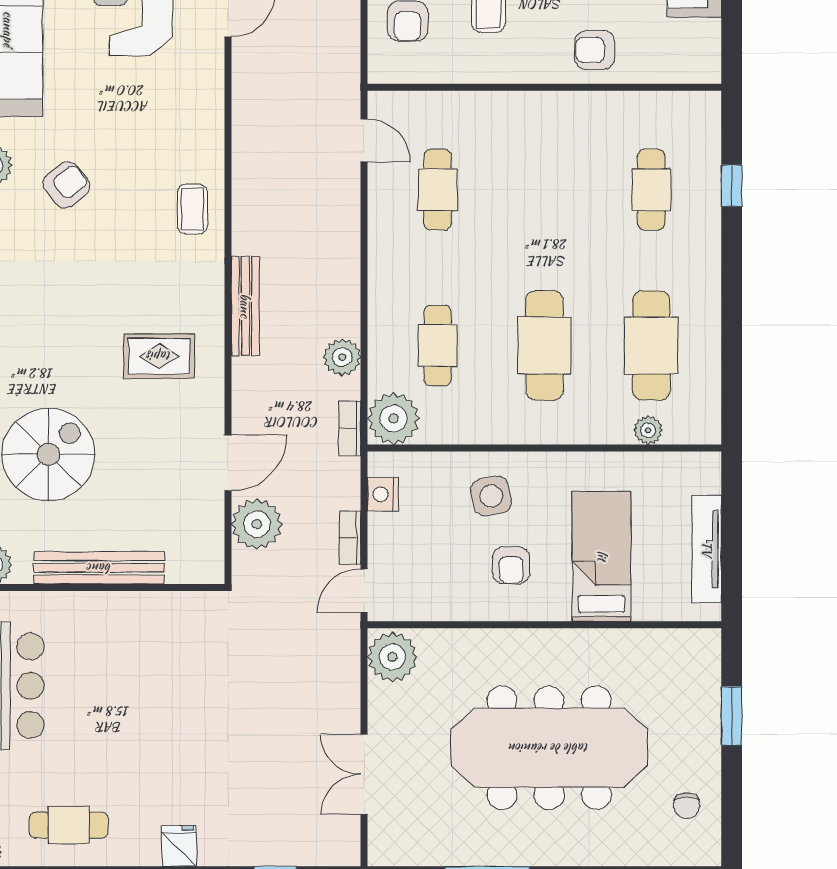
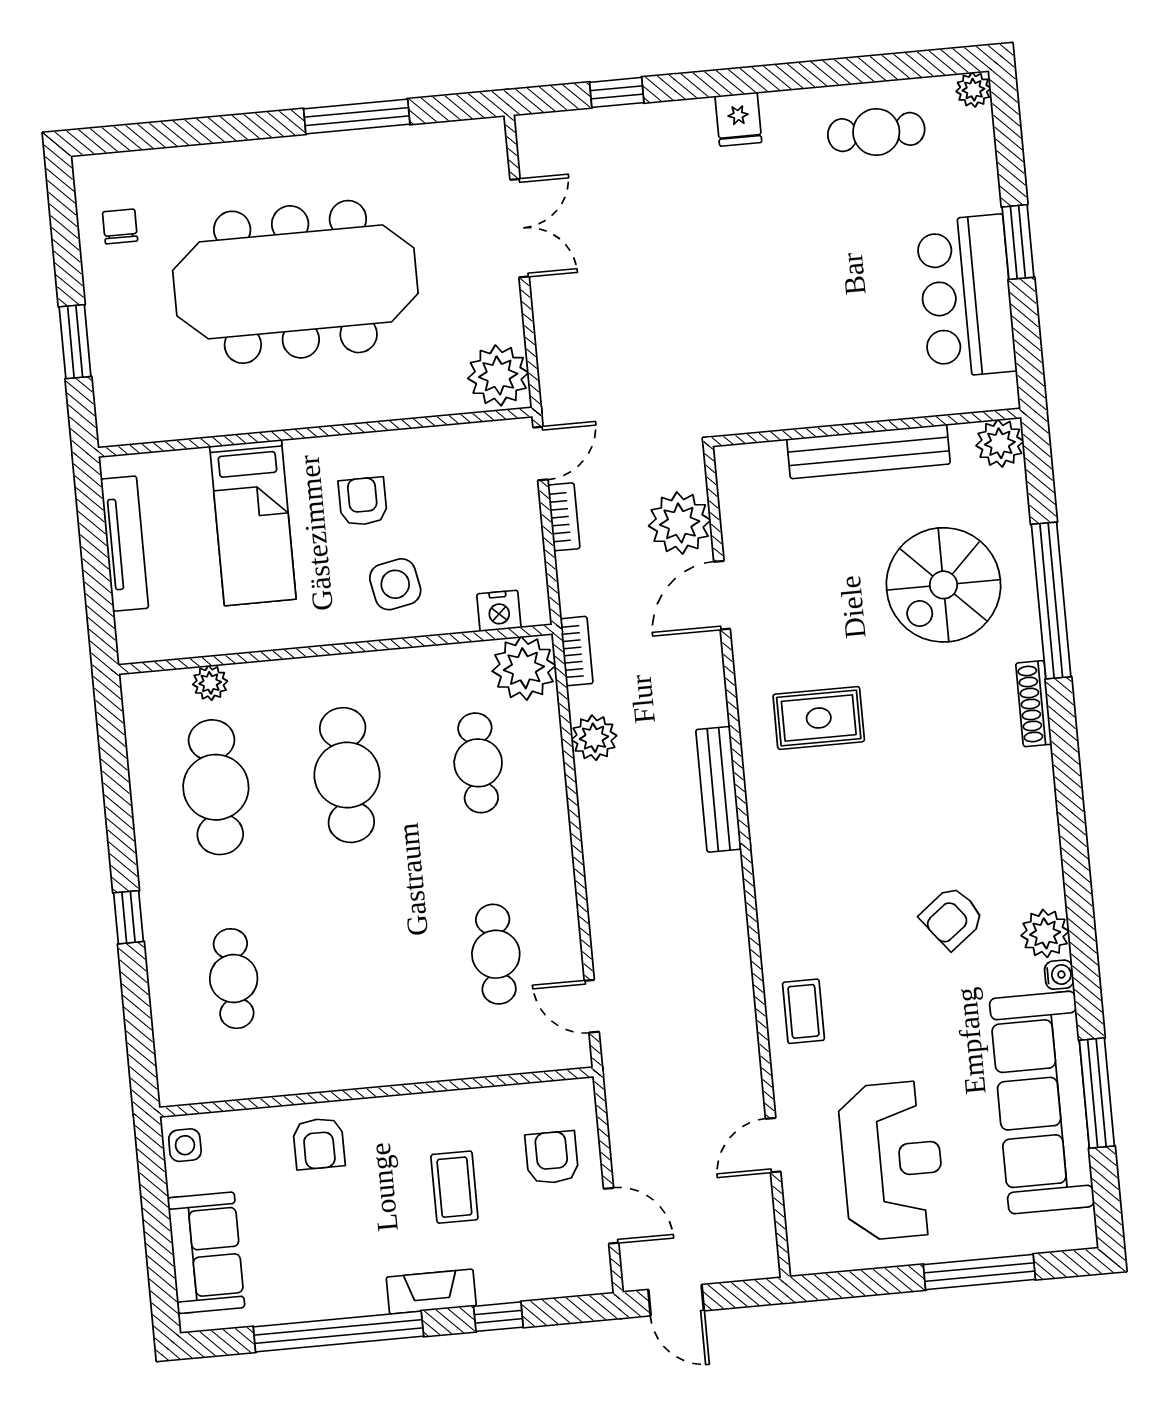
armchair: (595, 50) -> (319, 1144), turned 90
side table: (703, 59) -> (185, 1145), added
window: (732, 186) -> (128, 917), moved
coffee table: (192, 209) -> (803, 1011), moved
nightstand: (383, 494) -> (499, 611), moved, turned 90

